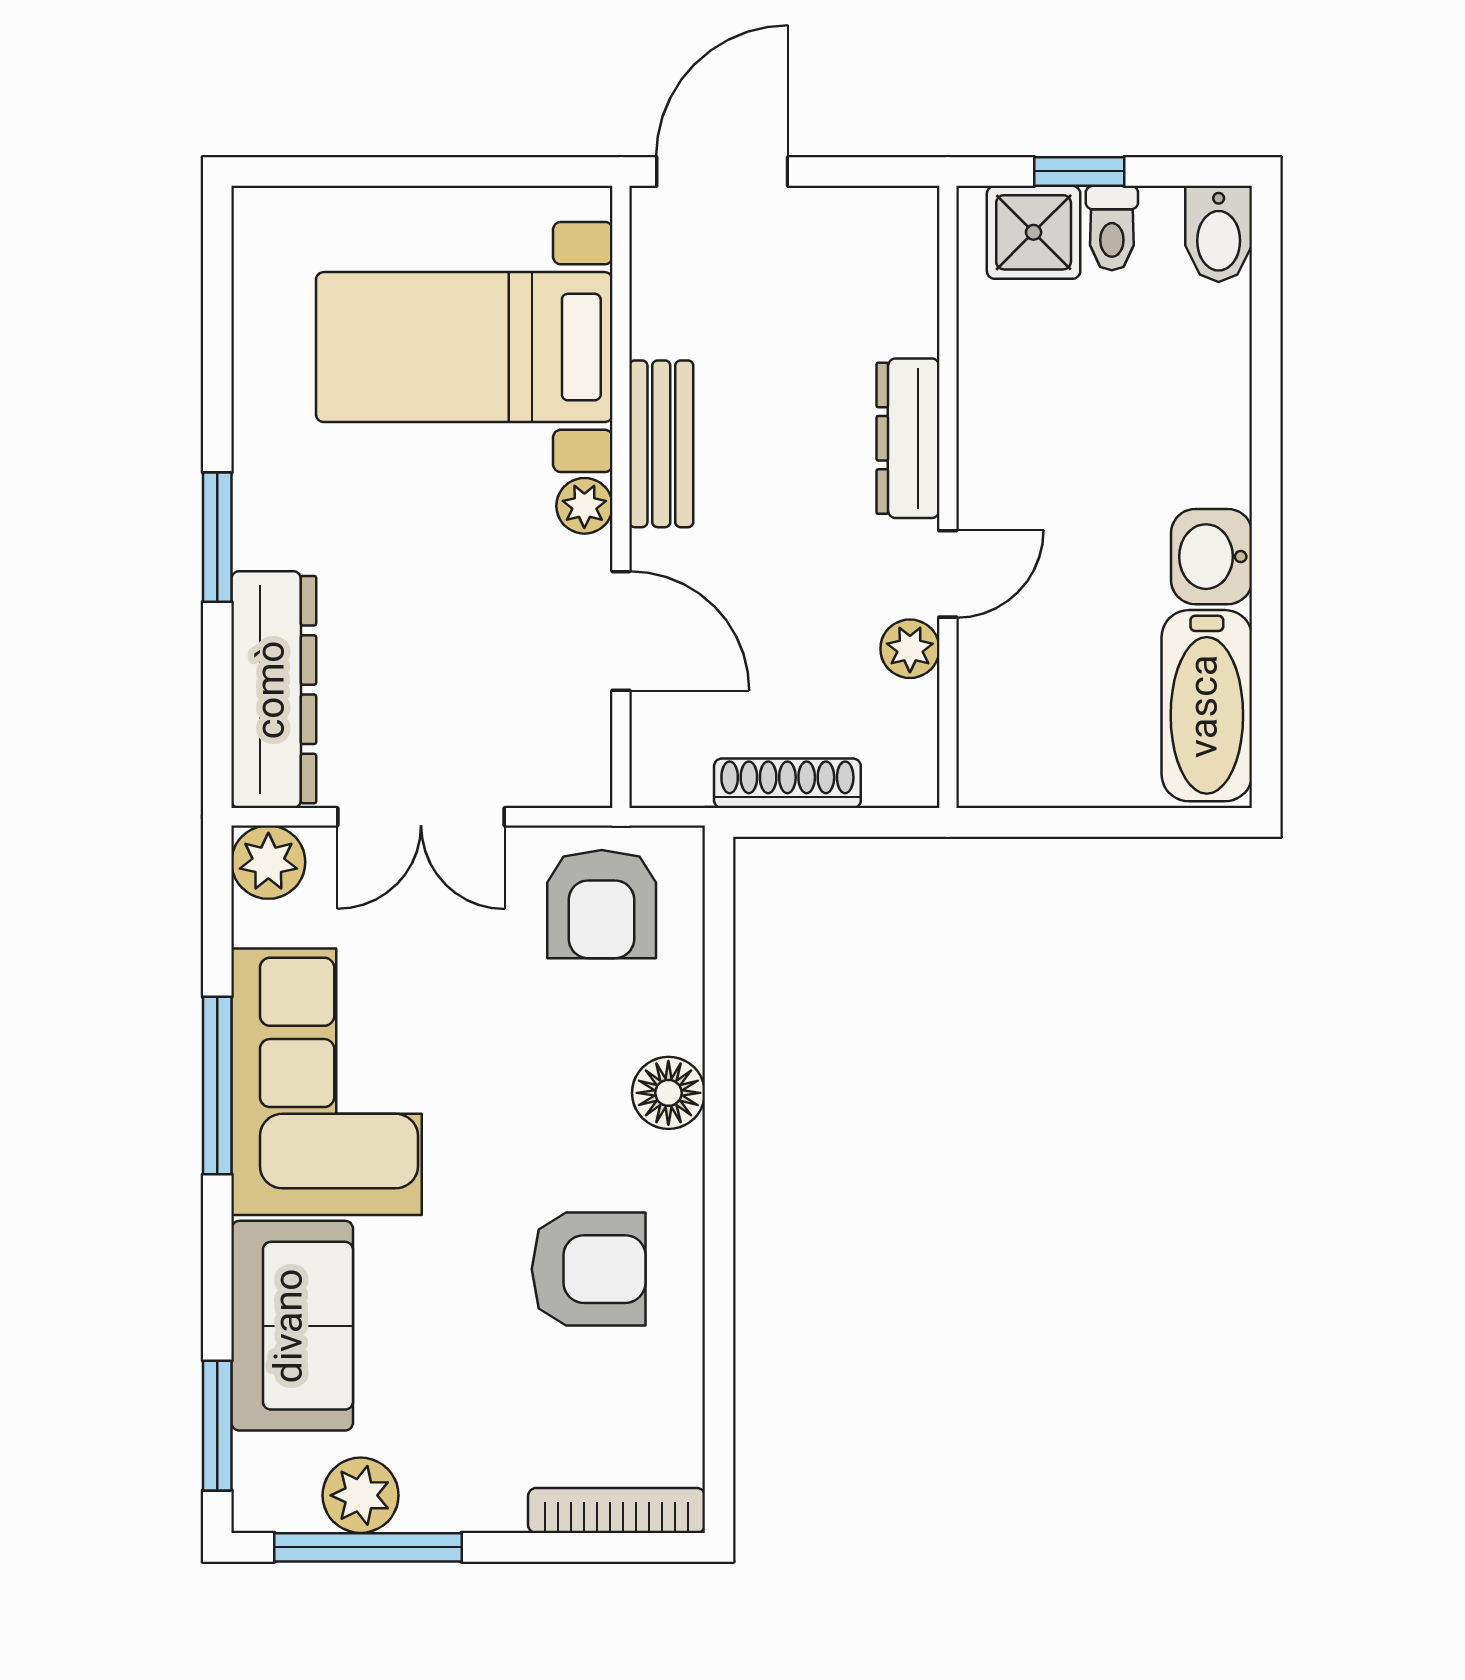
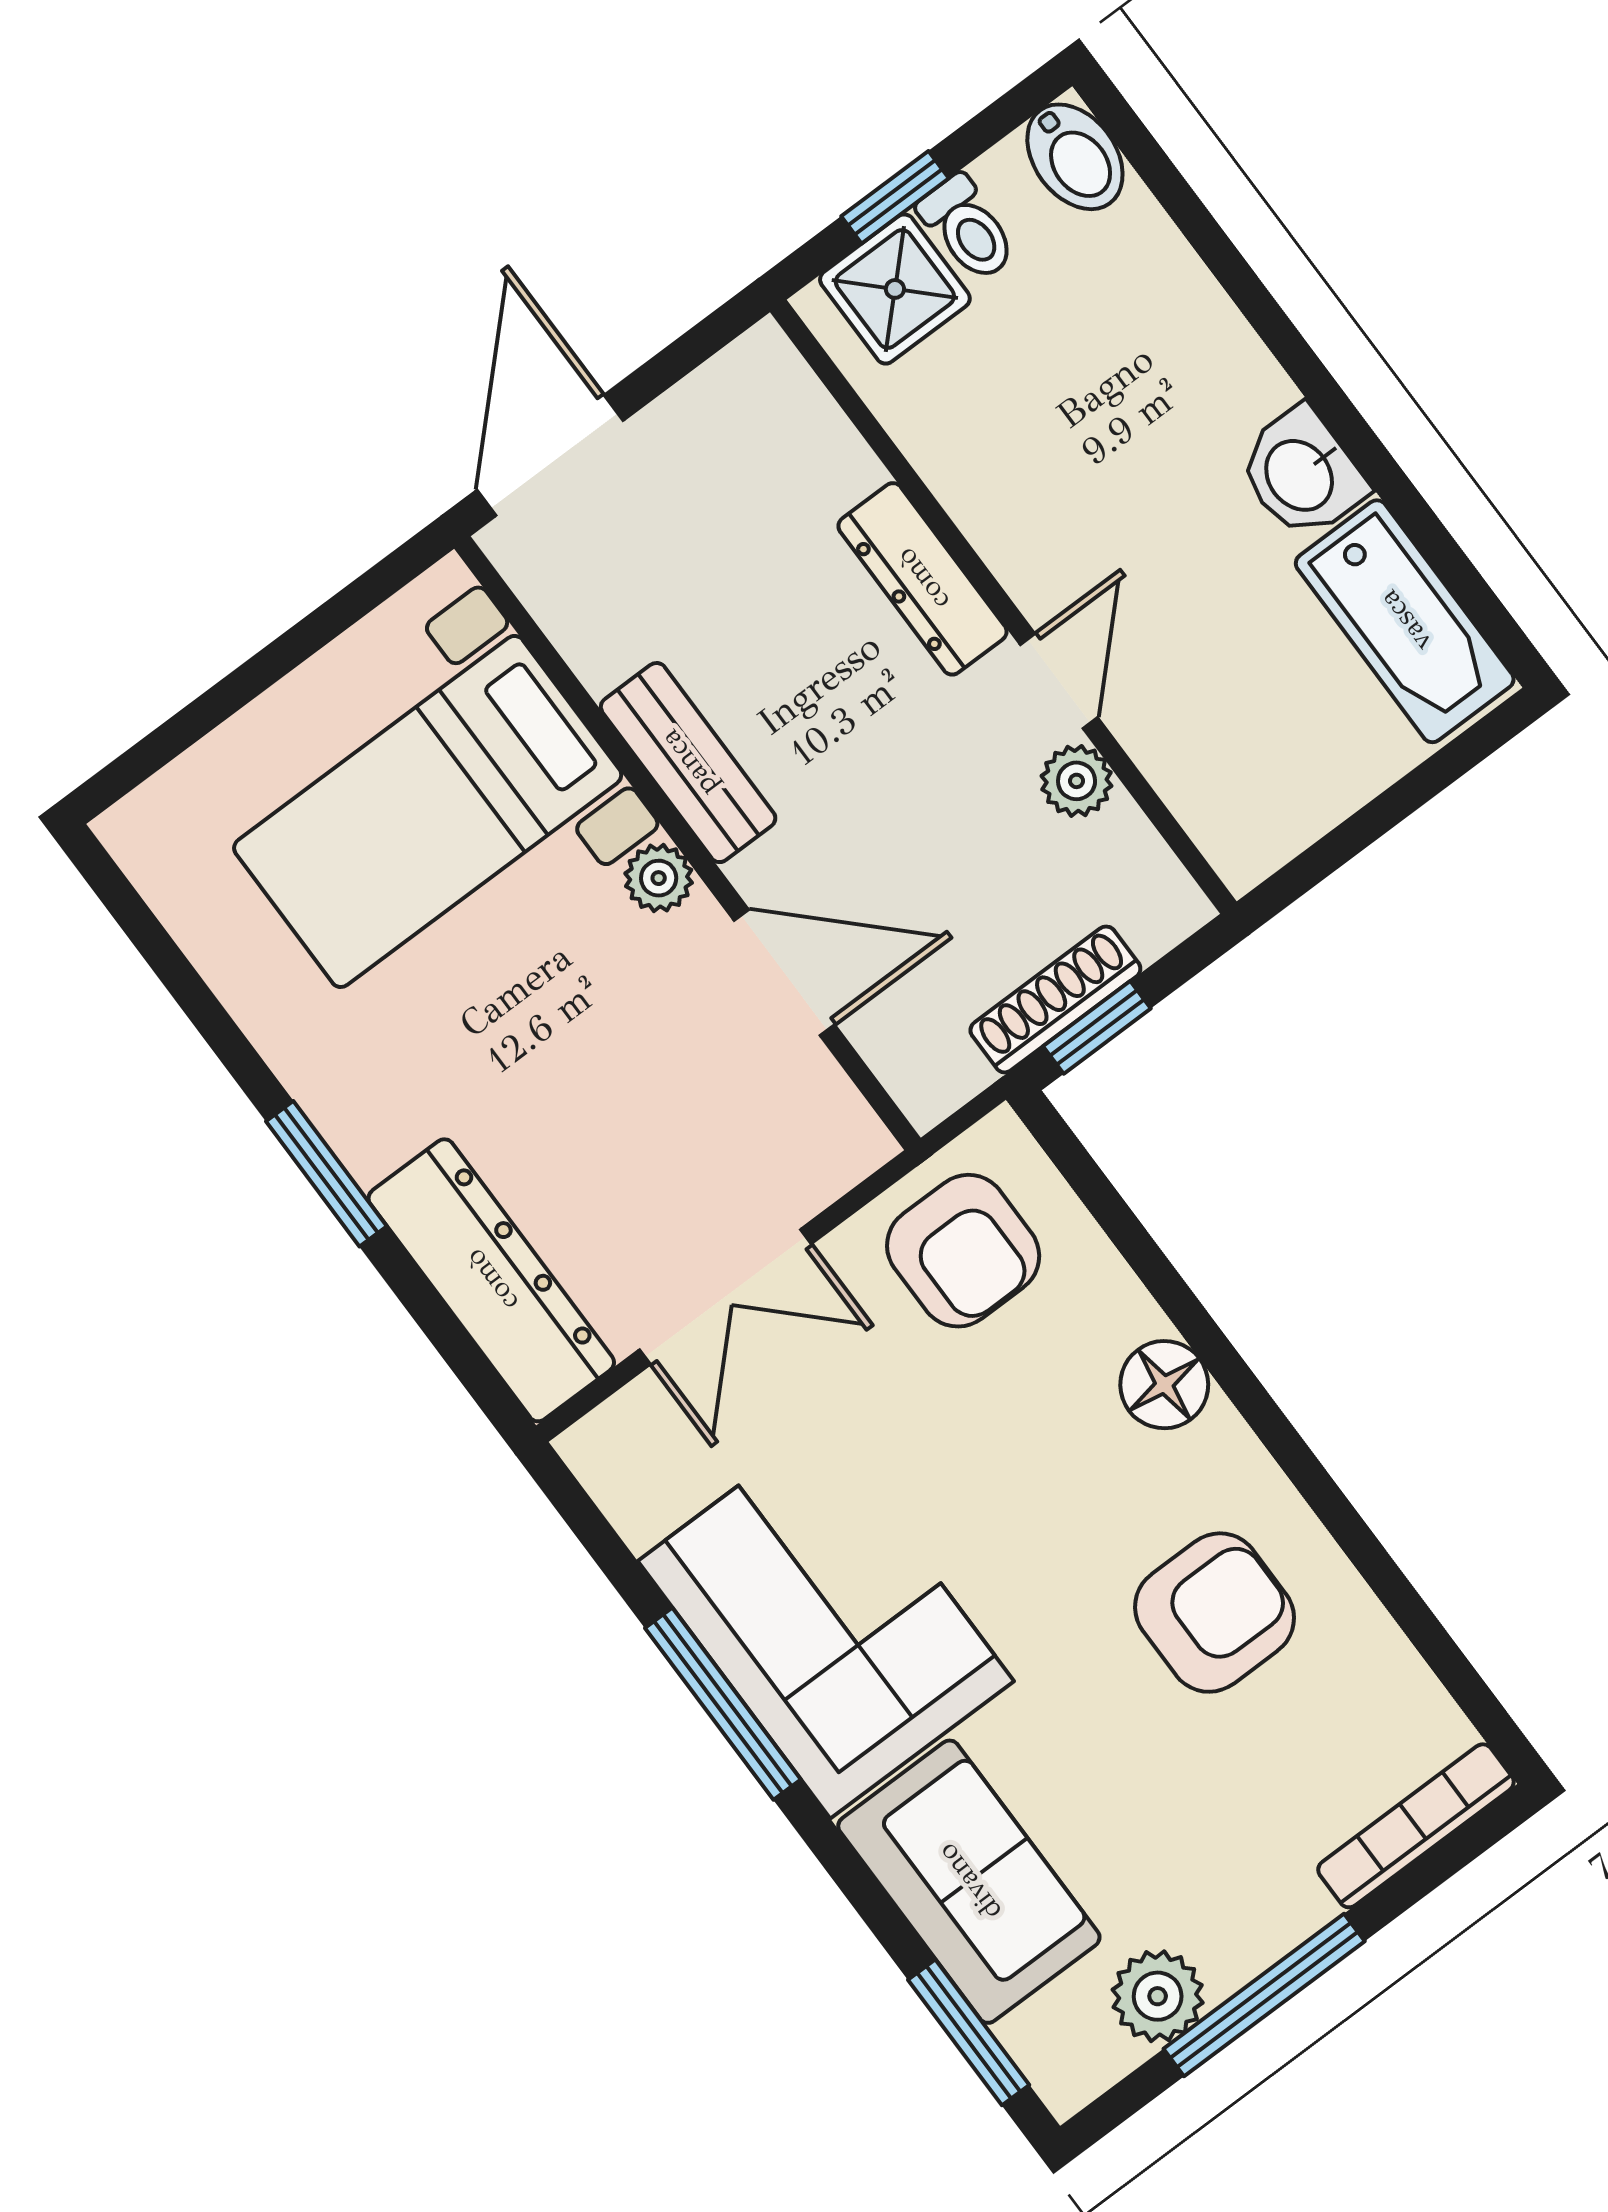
window: (801, 822) -> (1097, 1027), added
plant: (268, 862) -> (611, 1451), removed
window: (368, 1547) -> (1264, 1995), moved

